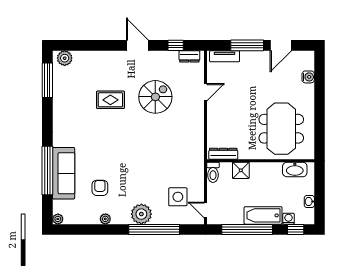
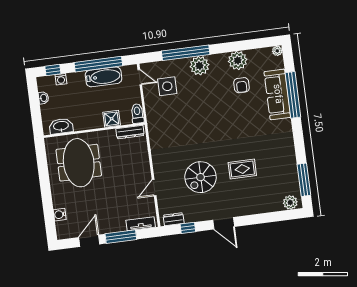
bathtub: (263, 215) -> (104, 77), moved
plant: (105, 219) -> (238, 60), width x1.88, depth x1.88

